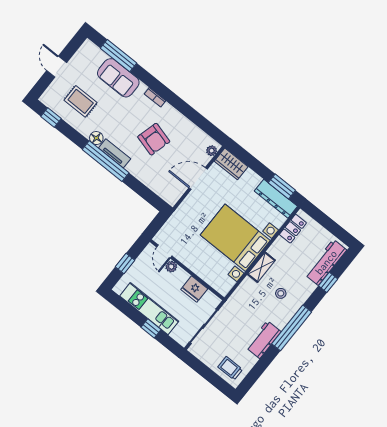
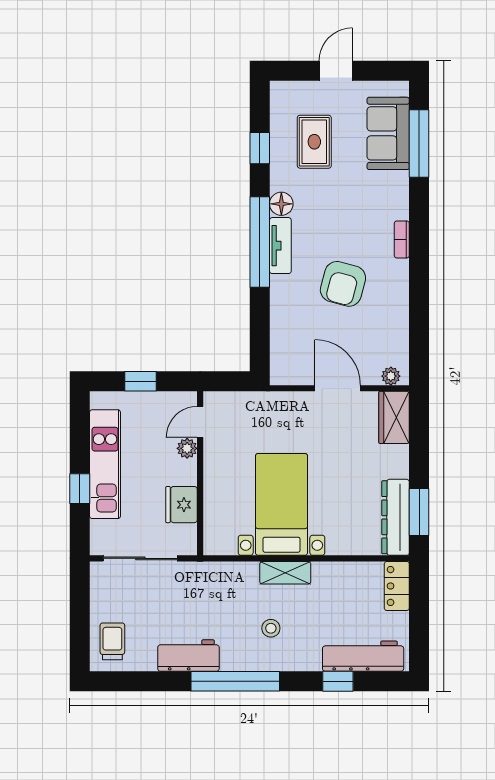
sofa: (118, 78) -> (388, 133), moved
window: (51, 117) -> (260, 148), moved
locker: (293, 229) -> (397, 586), moved, turned 90
bed with nightstands: (235, 238) -> (281, 504), width x0.73

